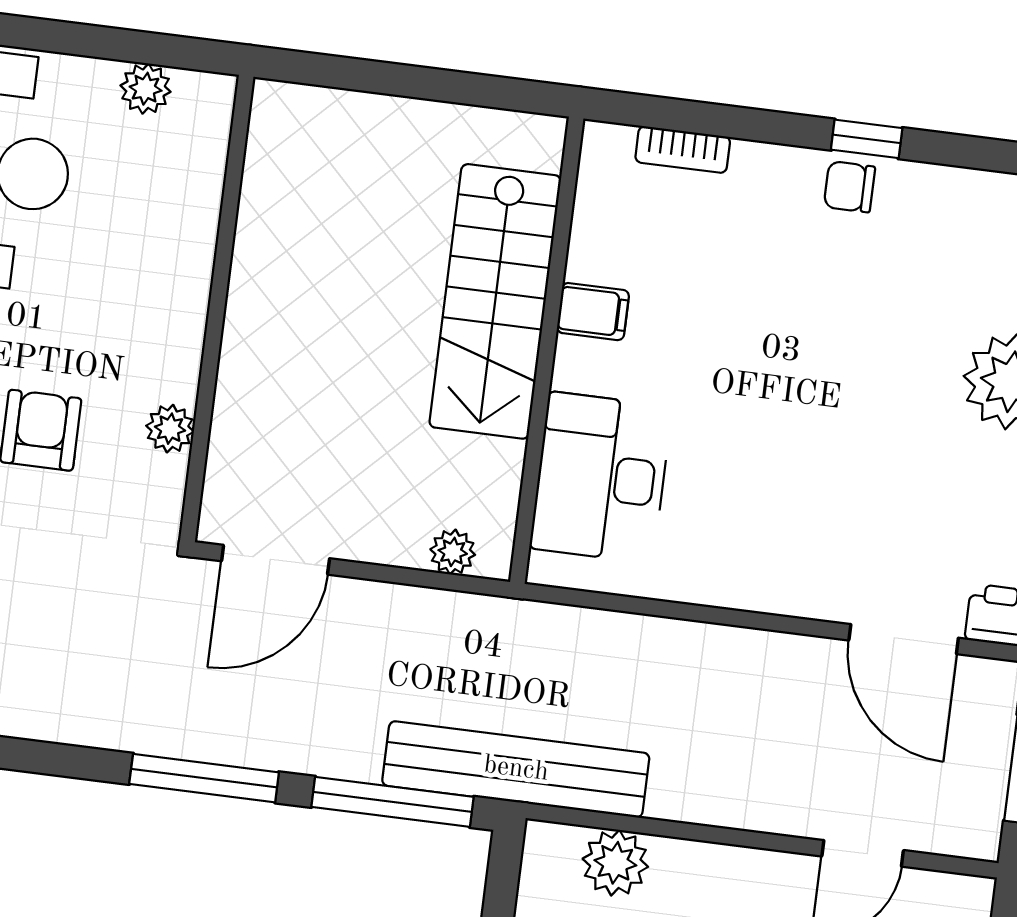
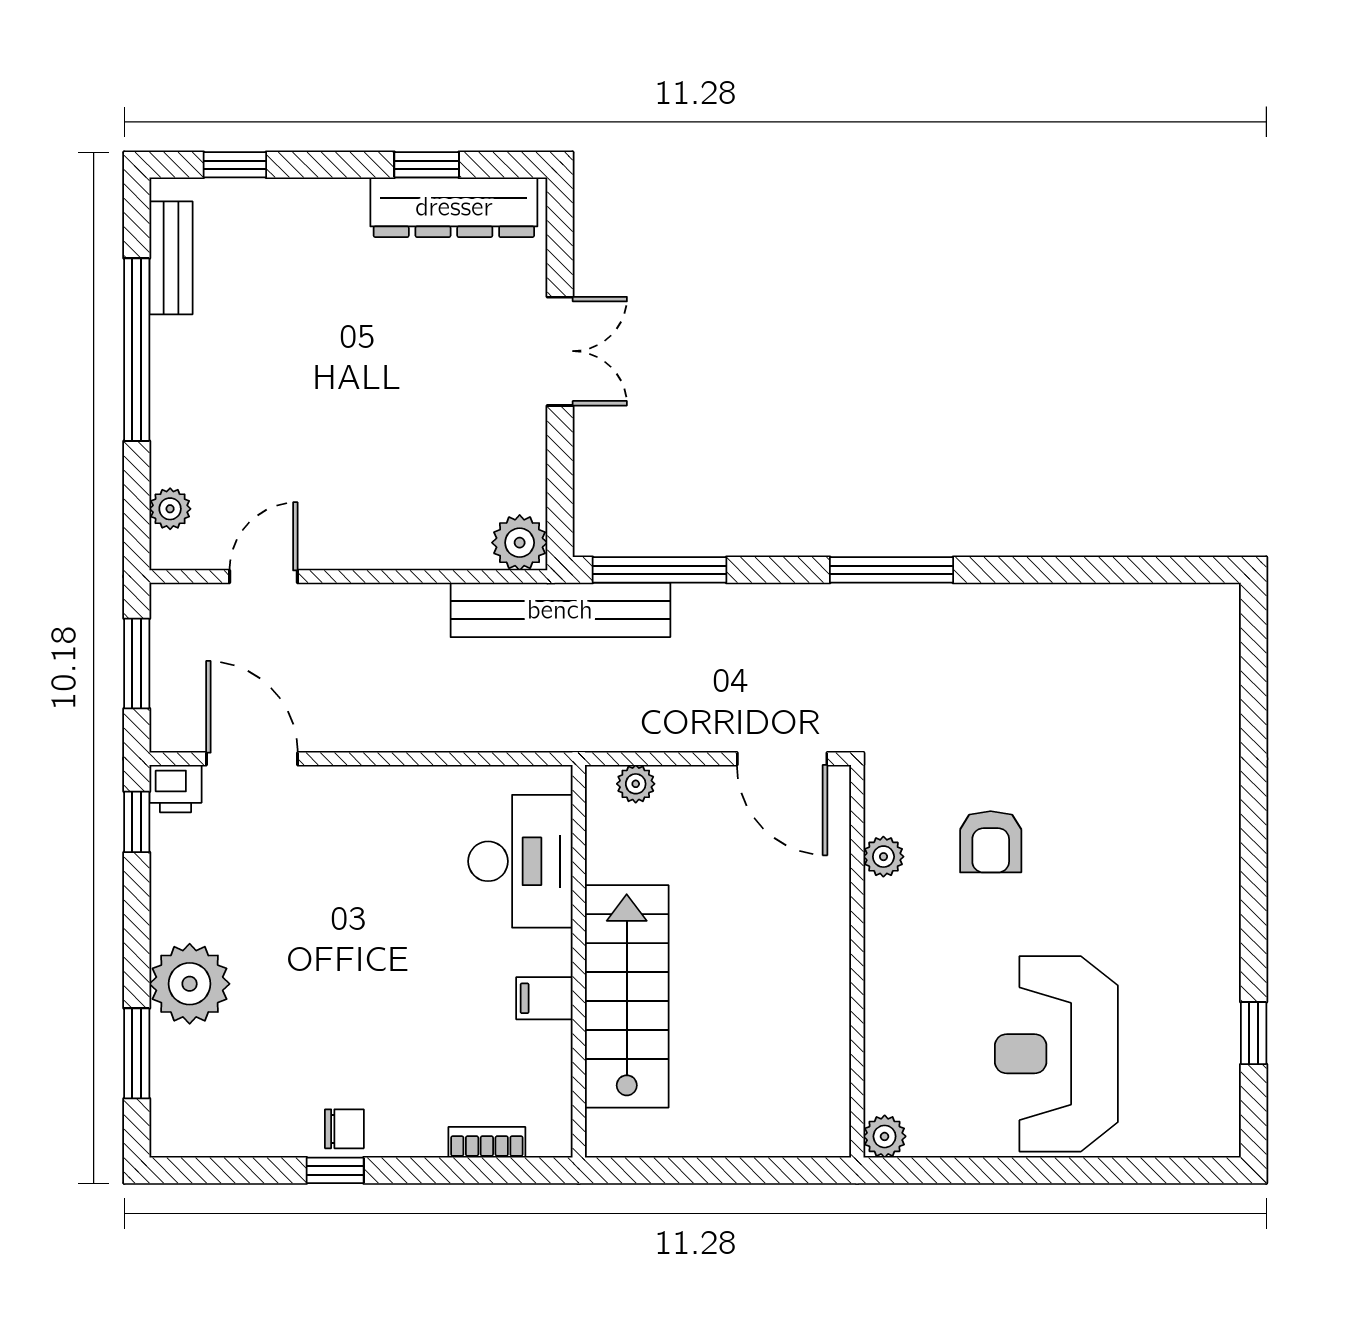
plant: (146, 89) -> (885, 1136), moved
door: (276, 560) -> (782, 759), swing flipped
window: (204, 778) -> (891, 570), moved
plant: (615, 863) -> (520, 543), moved

